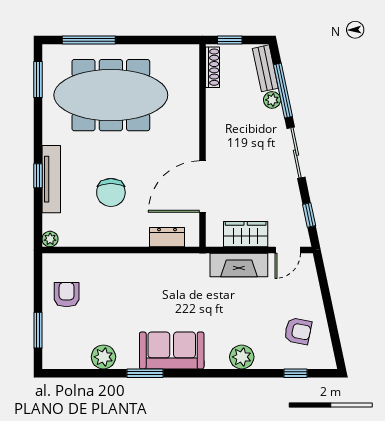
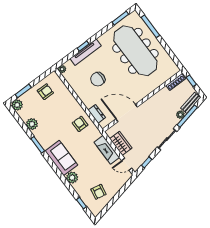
armchair: (163, 277) -> (80, 124), added
sofa: (172, 350) -> (61, 158), moved
plant: (53, 358) -> (17, 105), added

